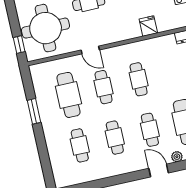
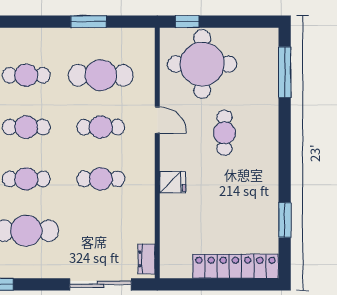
fridge: (148, 26) -> (173, 182), moved
door: (90, 50) -> (157, 120), swing flipped

